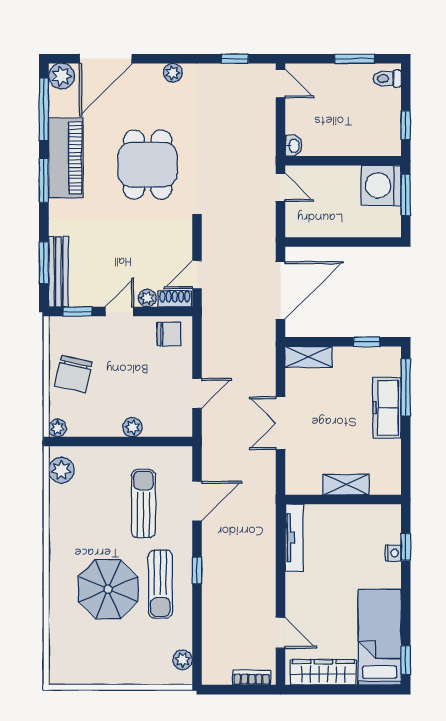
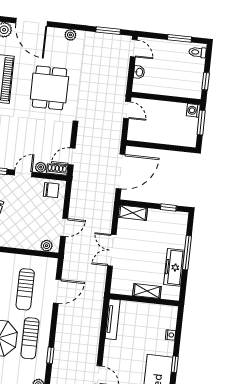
door: (106, 59) -> (31, 22), hinge flipped
window: (235, 59) -> (108, 31), width x1.50
washbasin: (294, 146) -> (139, 72), moved
washing machine: (381, 185) -> (193, 110), width x0.53, depth x0.53
window: (406, 387) -> (187, 253), moved
freezer: (387, 408) -> (174, 267), moved
plant: (132, 427) -> (47, 246), moved
sun lounger: (143, 504) -> (25, 289), turned 180
window: (406, 547) -> (175, 364), moved
window: (197, 570) -> (50, 355), moved

